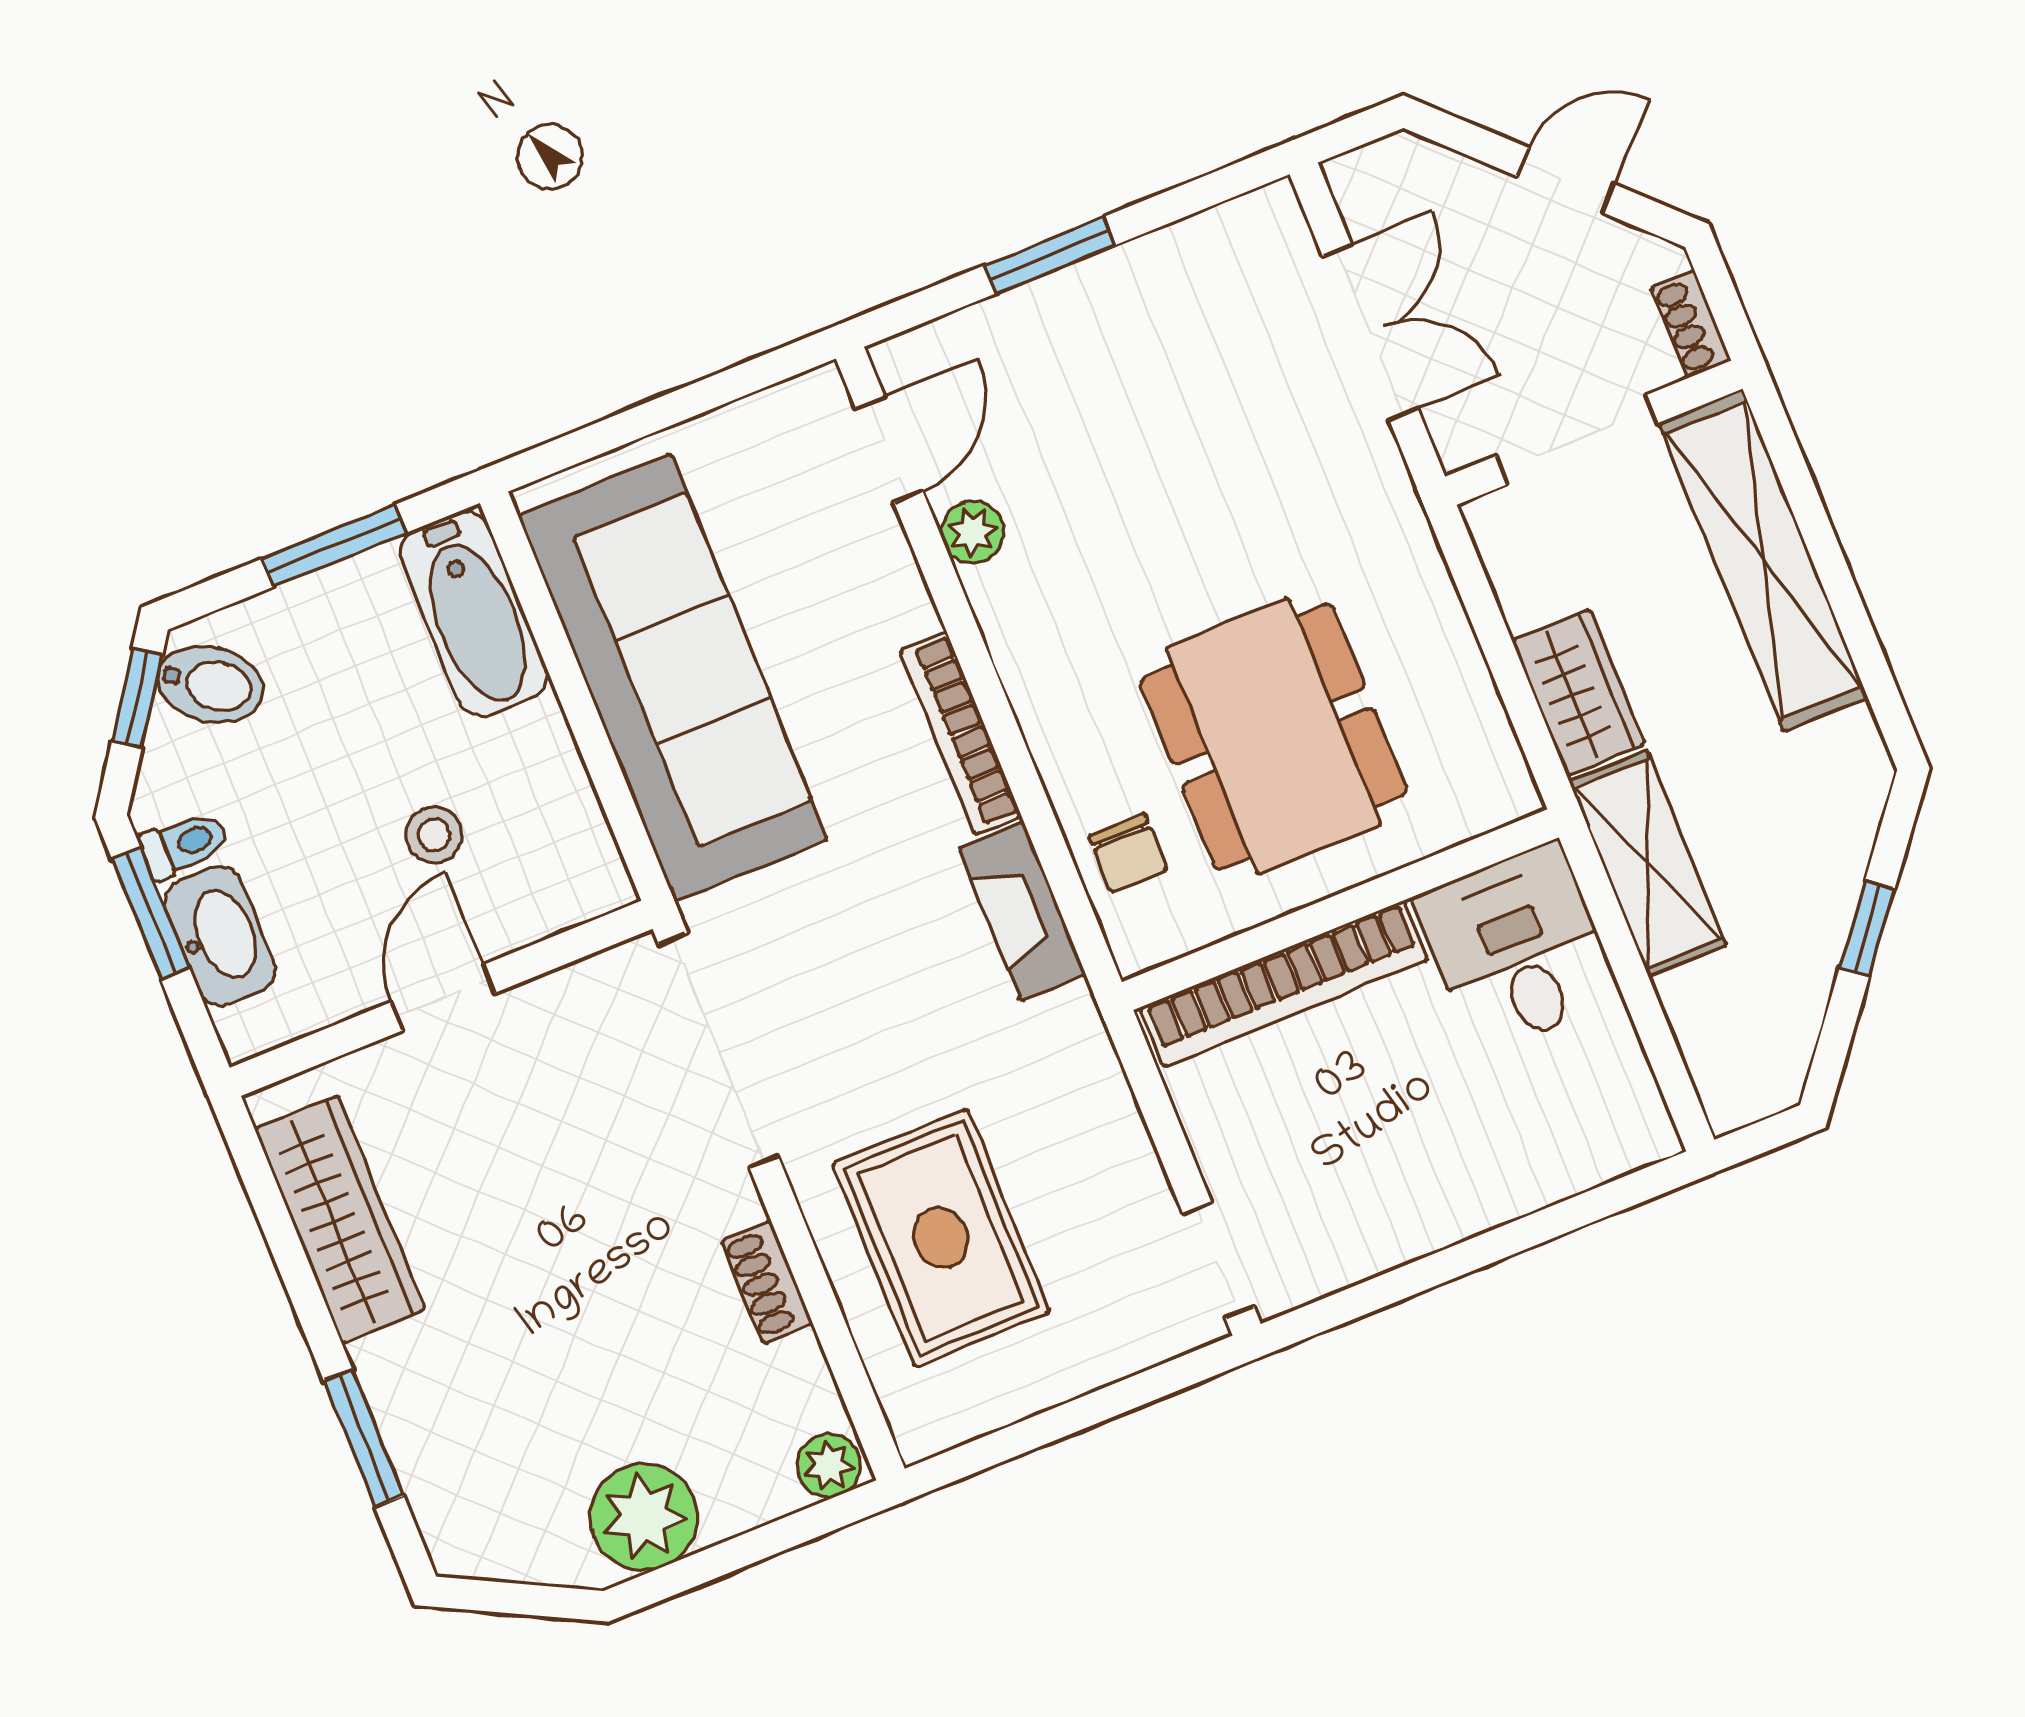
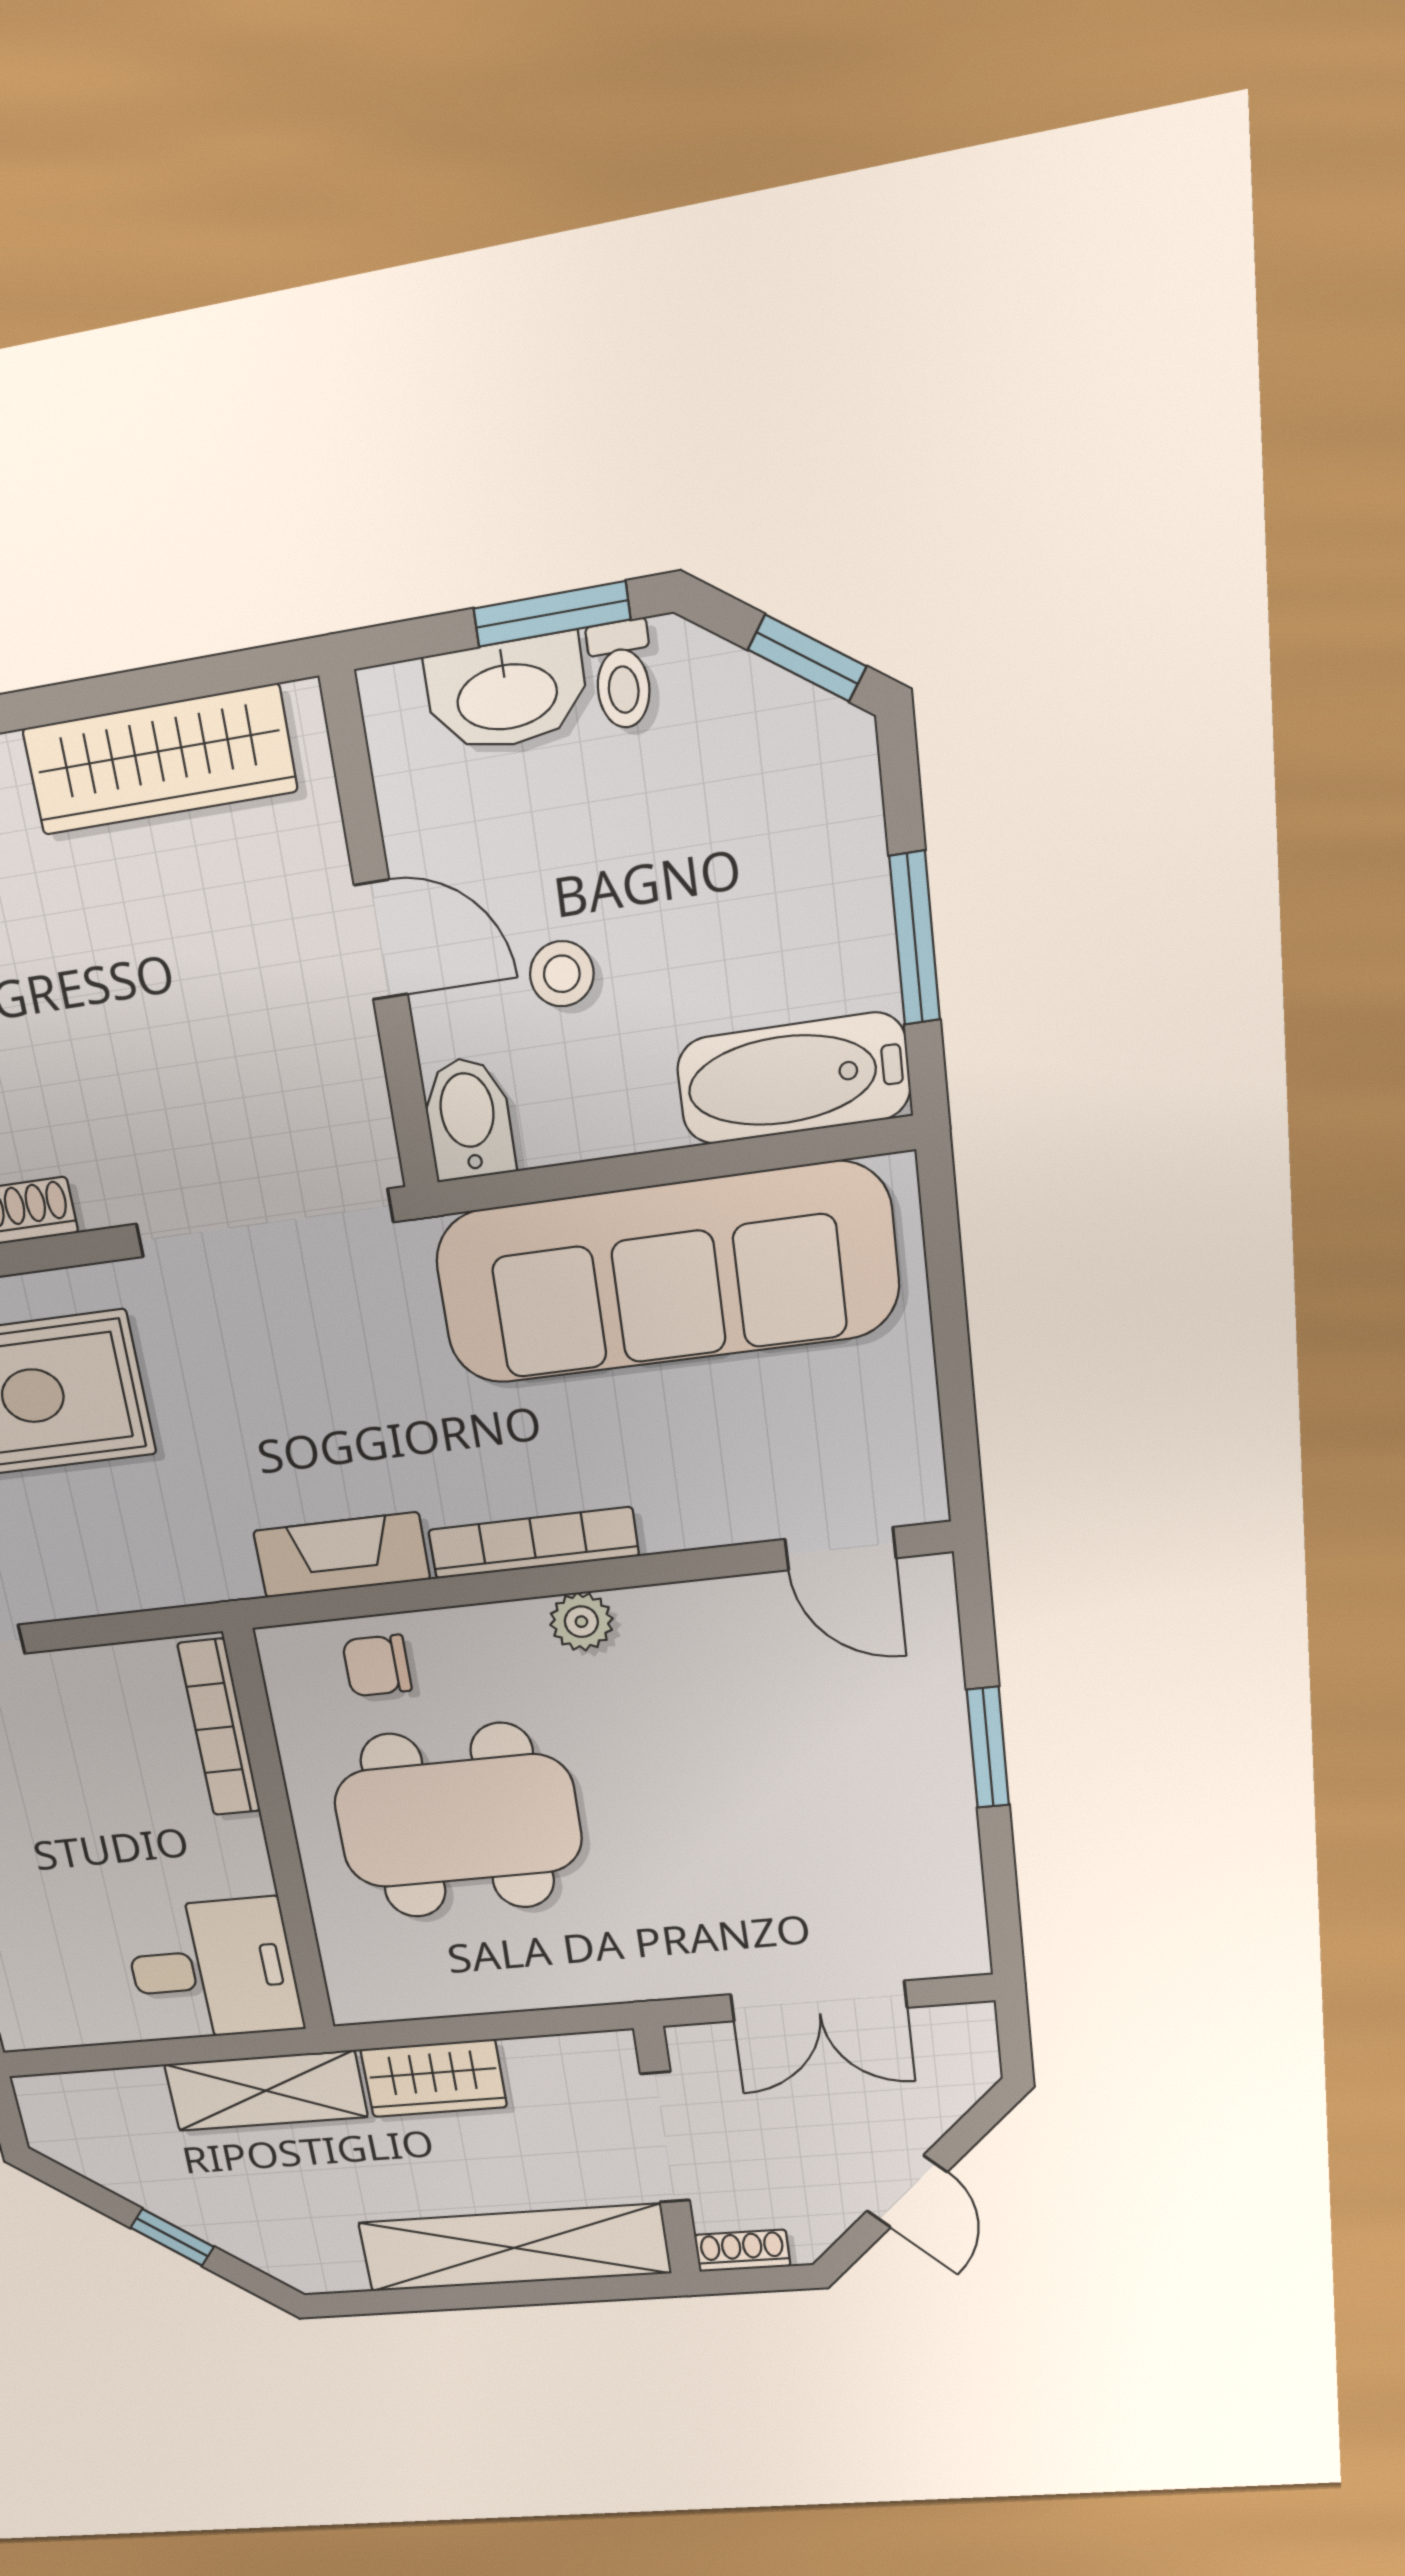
plant: (972, 532) -> (581, 1622), moved
bidet: (210, 684) -> (468, 1118), moved, turned 145
bookcase: (1284, 984) -> (219, 1728), width x0.68, depth x0.76

